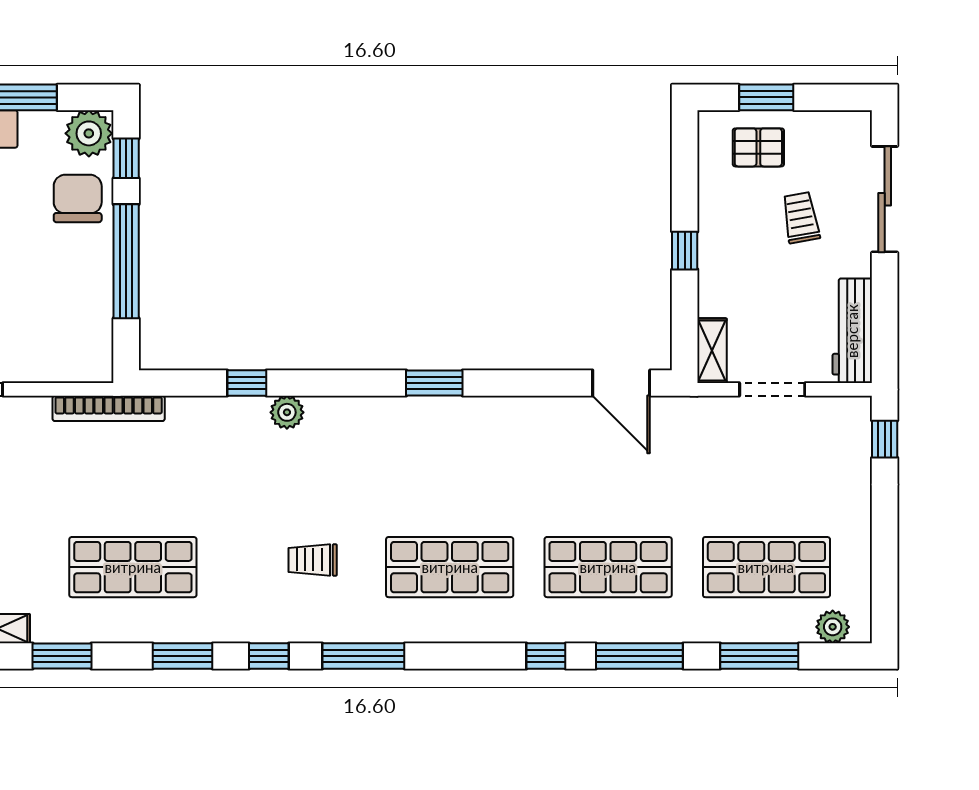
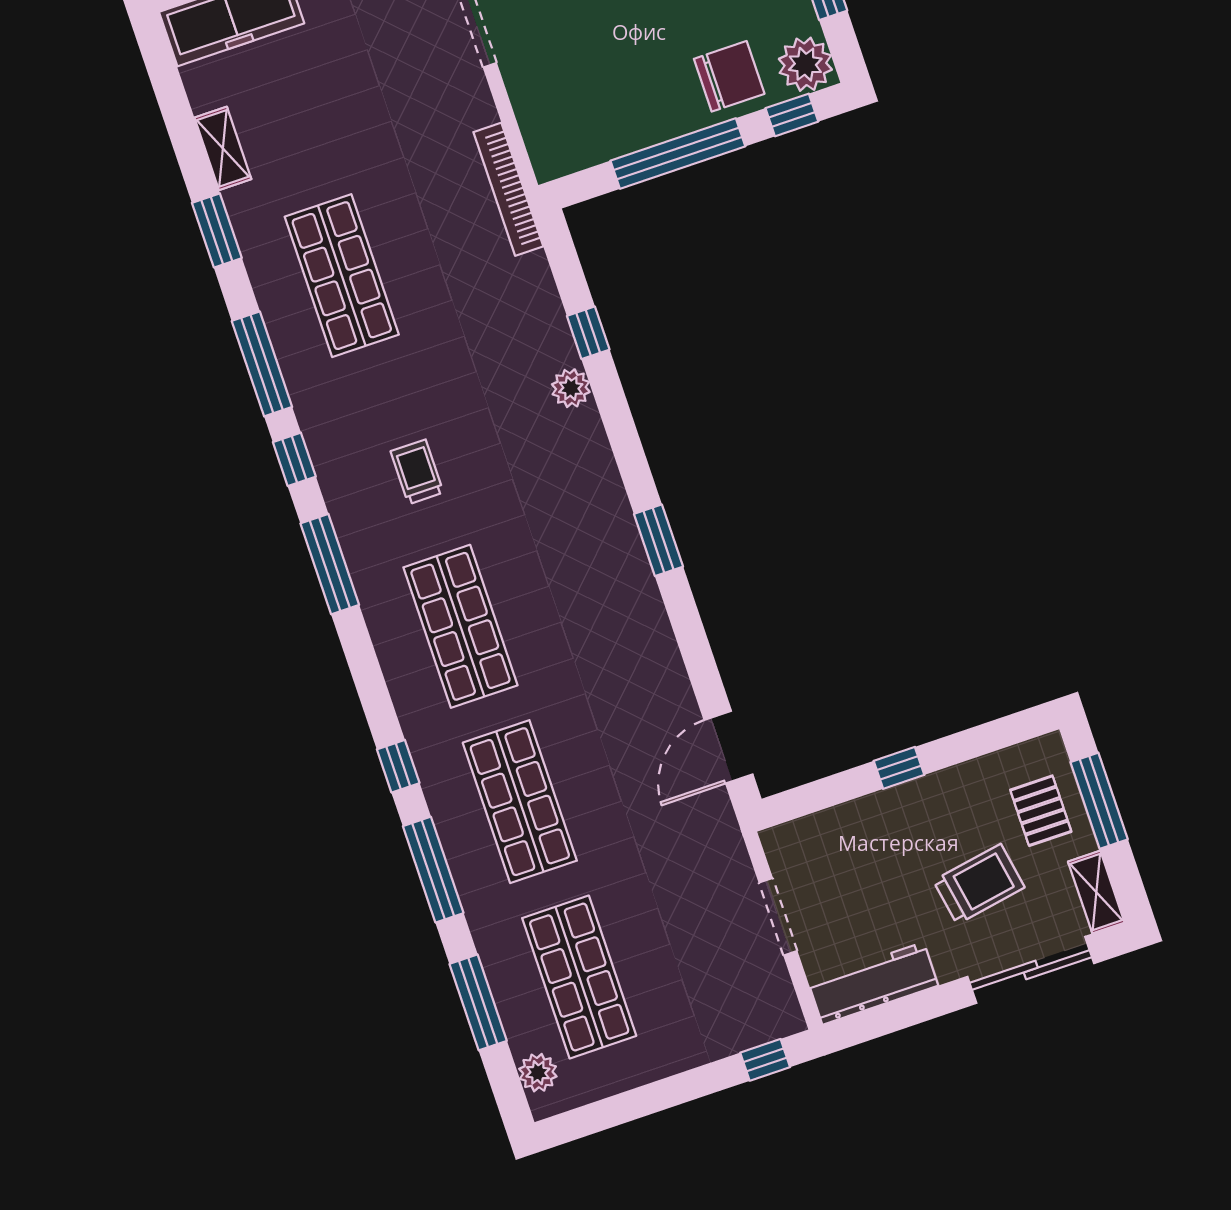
window: (766, 97) -> (1099, 801), width x1.44
trolley: (801, 218) -> (979, 884), width x1.36, depth x1.39
shelving: (712, 351) -> (1096, 892), moved, turned 90
window: (183, 656) -> (262, 364), width x1.44

